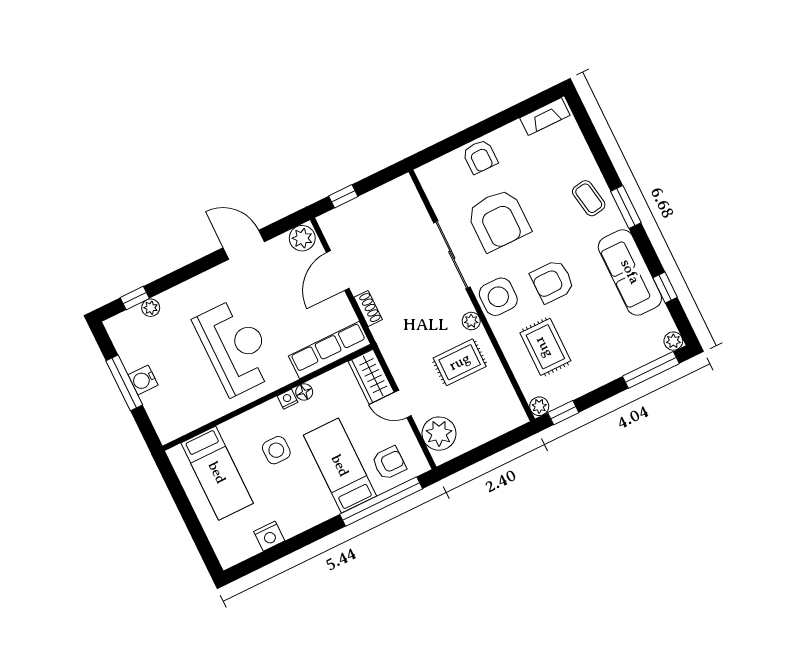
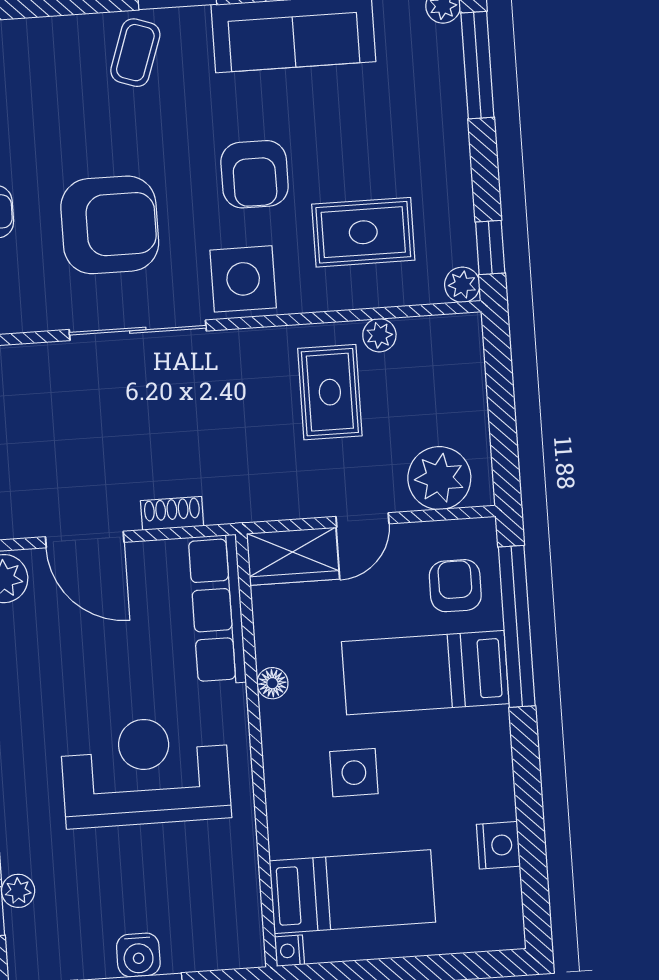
coffee table: (589, 198) -> (135, 53), turned -61
plant: (471, 321) -> (379, 335), moved
nightstand: (288, 399) -> (290, 951), moved

